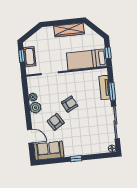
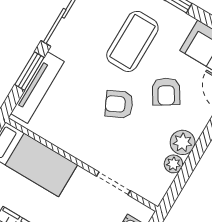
tv unit: (105, 88) -> (37, 87), width x1.41
coffee table: (82, 131) -> (132, 41), added

